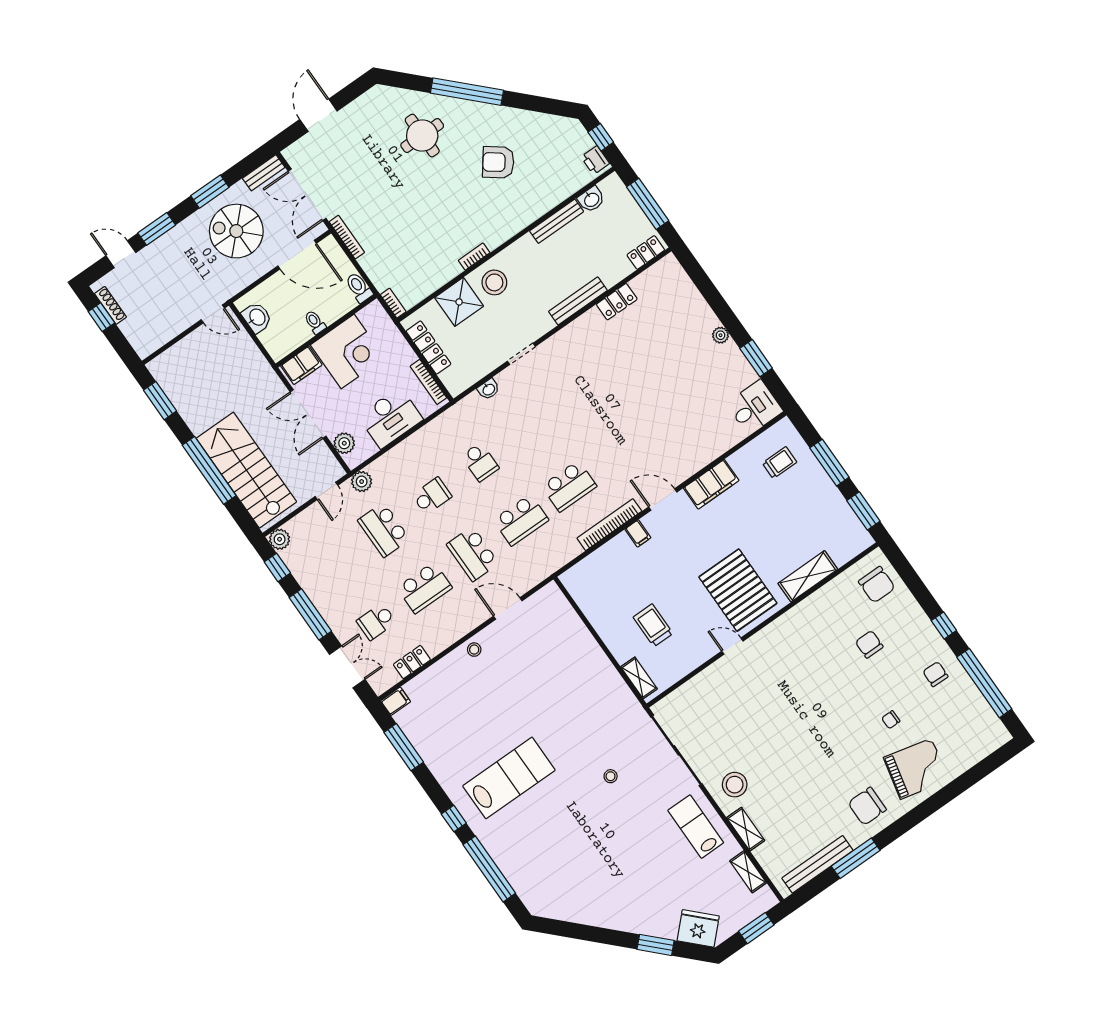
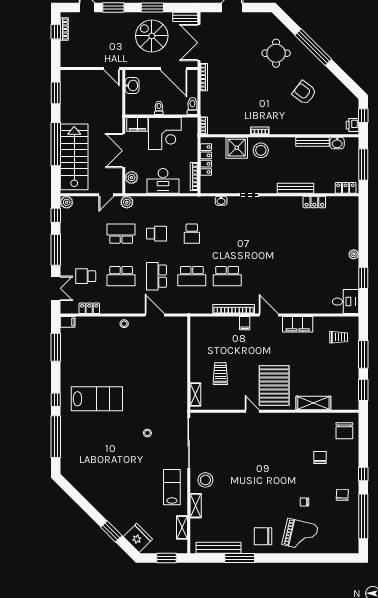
school desk: (384, 530) -> (121, 234), turned 90

